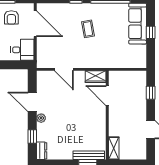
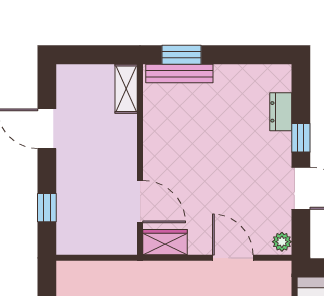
plant: (41, 118) -> (282, 242), moved
window: (32, 137) -> (301, 138), moved
dresser: (42, 151) -> (281, 112), moved

